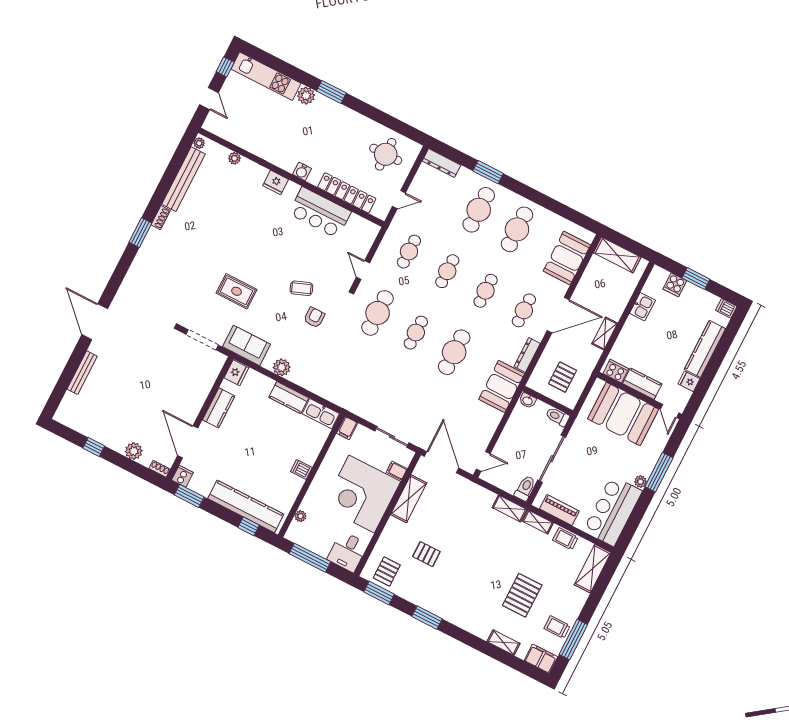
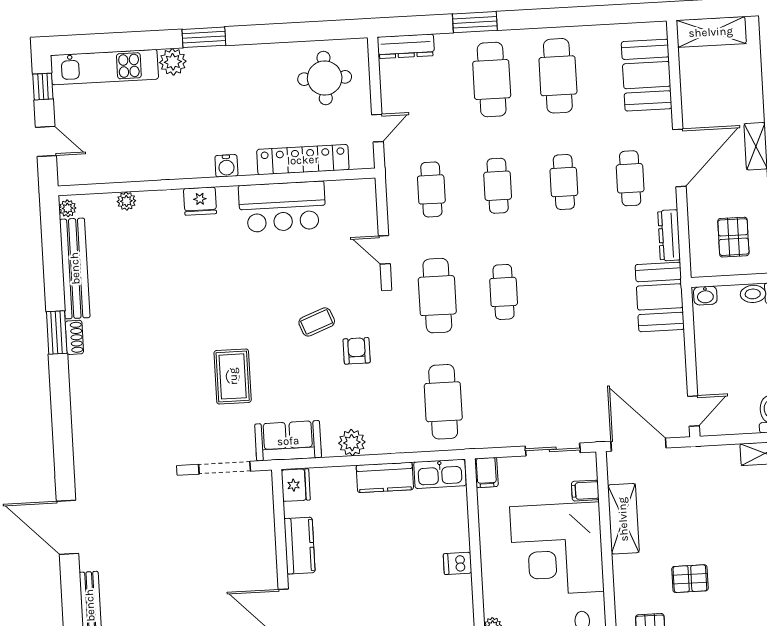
window: (140, 233) -> (57, 333), moved
rug: (237, 291) -> (233, 376), turned 90
cafe table: (454, 352) -> (443, 402), moved

